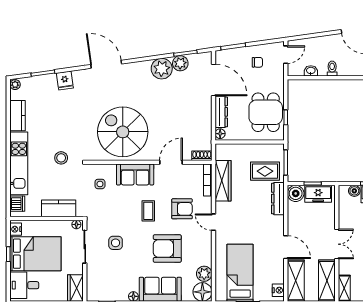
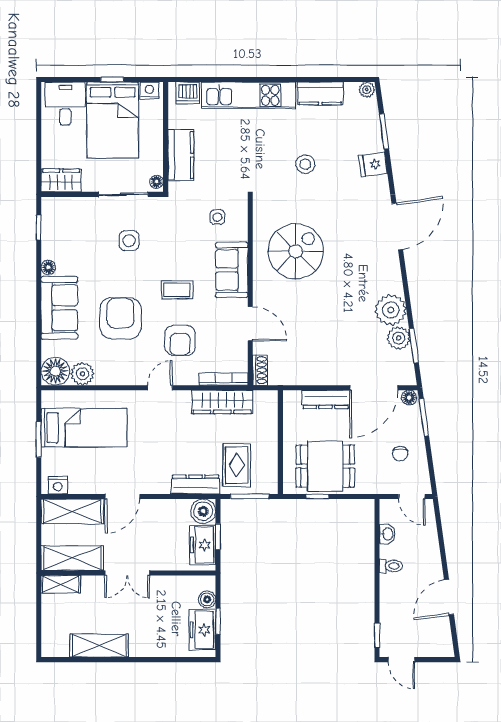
spiral stairs: (123, 132) -> (296, 251), width x0.73, depth x0.73
floor lamp: (220, 134) -> (409, 398), moved
stool: (61, 158) -> (305, 164), moved

